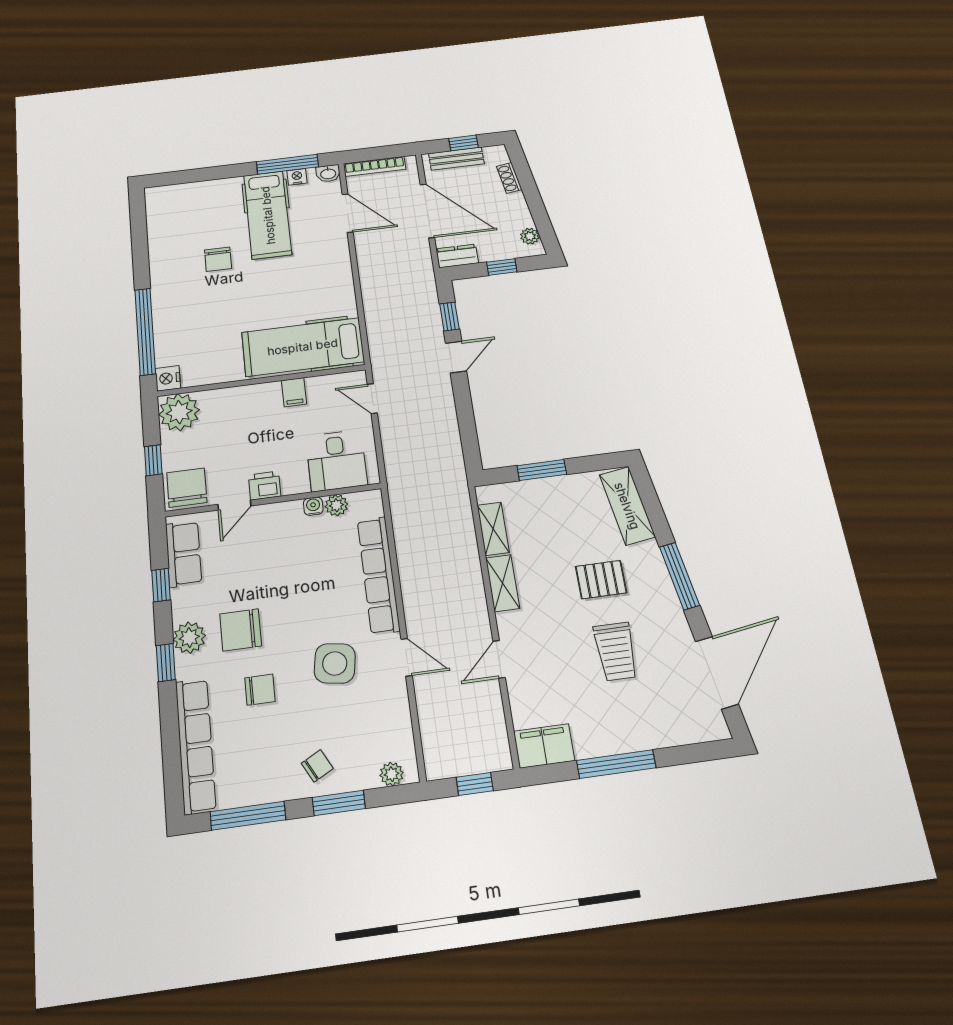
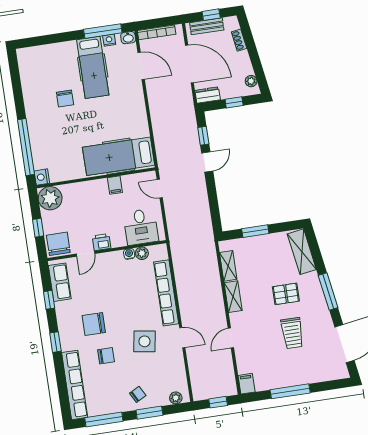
plant: (189, 638) -> (67, 329), removed
filing cabinet: (544, 746) -> (247, 384), width x0.50

